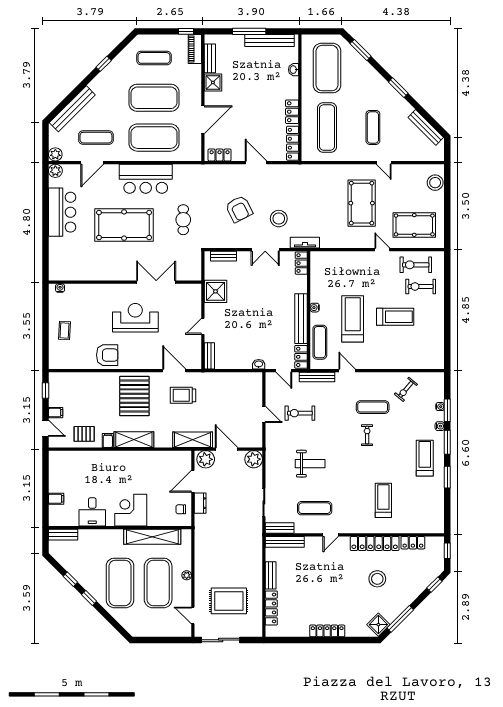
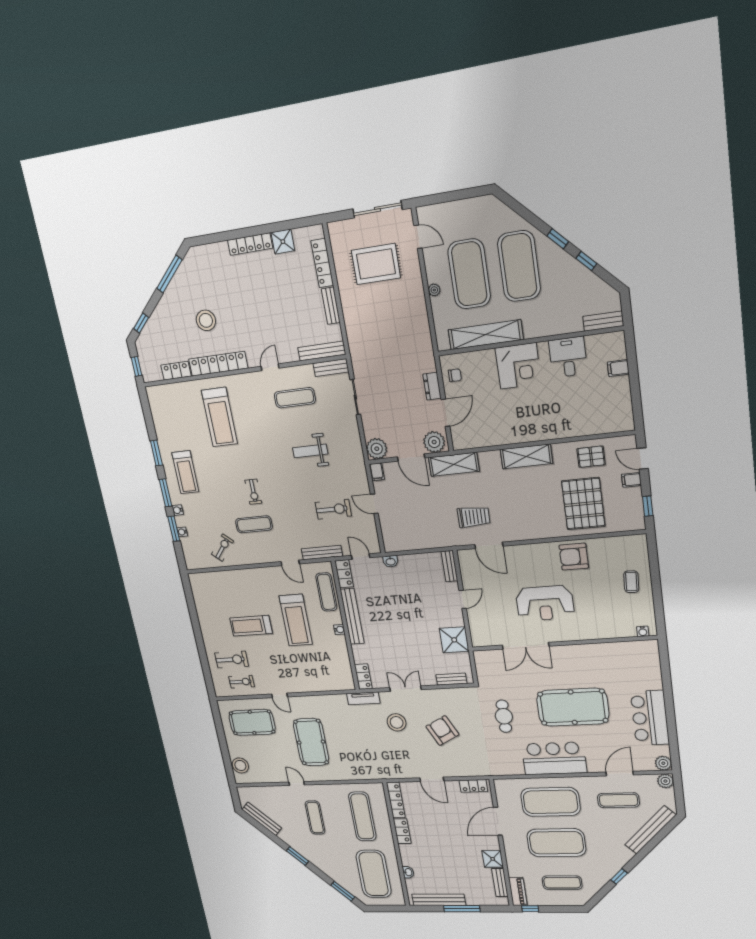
exercise bike: (416, 265) -> (242, 682), width x0.73, depth x0.72
pallet: (134, 396) -> (583, 504), moved
filing cabinet: (108, 440) -> (377, 472), moved
treadmill: (383, 500) -> (219, 417), width x1.37, depth x1.38
shower: (378, 625) -> (283, 242), moved, turned 45

